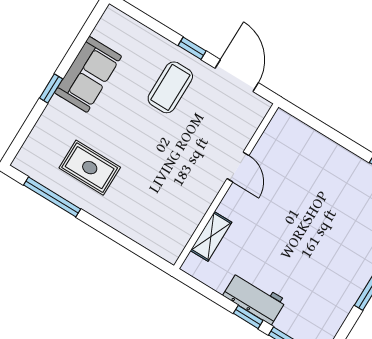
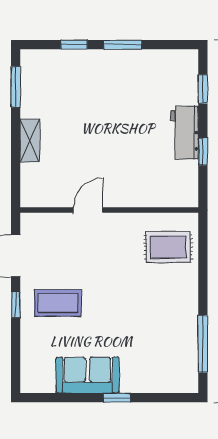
rug: (90, 168) -> (168, 247), moved, turned 90
shelving: (211, 236) -> (30, 140), moved, turned 90
window: (248, 317) -> (203, 152), moved

